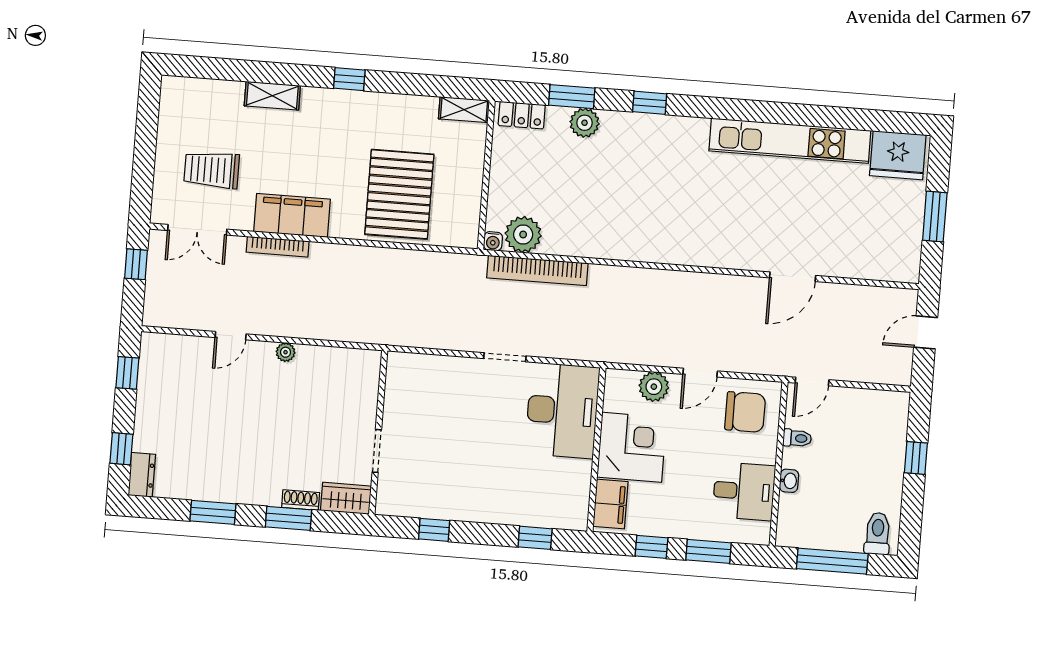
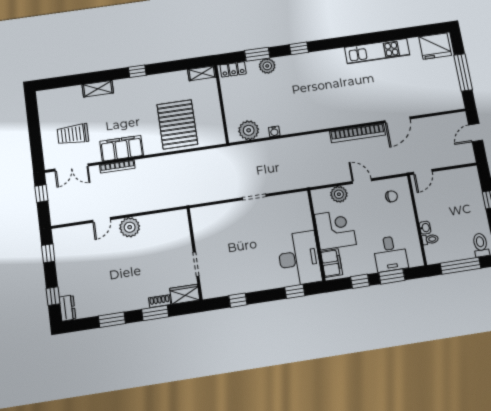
kitchen unit: (790, 141) -> (377, 51), width x0.73
window: (935, 217) -> (463, 72), width x1.44
water cooler: (493, 241) -> (274, 131), moved
bookcase: (537, 271) -> (358, 133), moved
plant: (286, 352) -> (130, 227), width x1.88, depth x1.88
door: (700, 373) -> (362, 181), swing flipped
desk: (562, 411) -> (299, 258), moved
chair: (745, 412) -> (391, 196), width x0.54, depth x0.54
toilet: (797, 438) -> (430, 239), moved
desk: (744, 491) -> (390, 254), moved, turned 90

